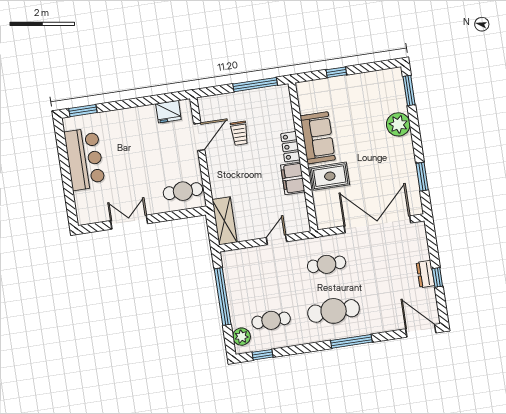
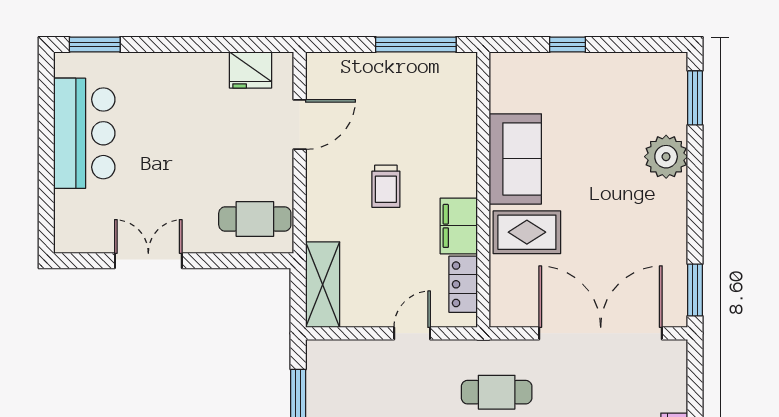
trolley: (239, 133) -> (386, 186), moved
locker: (290, 147) -> (463, 284), moved
window: (422, 177) -> (695, 290), moved

